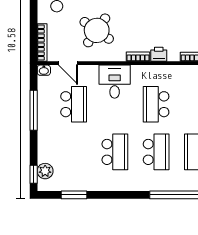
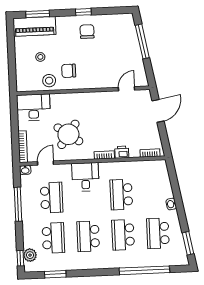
door: (68, 63) -> (45, 163), swing flipped
school desk: (74, 152) -> (53, 238), added
school desk: (115, 152) -> (88, 236), turned 180
school desk: (156, 152) -> (123, 235), turned 180

